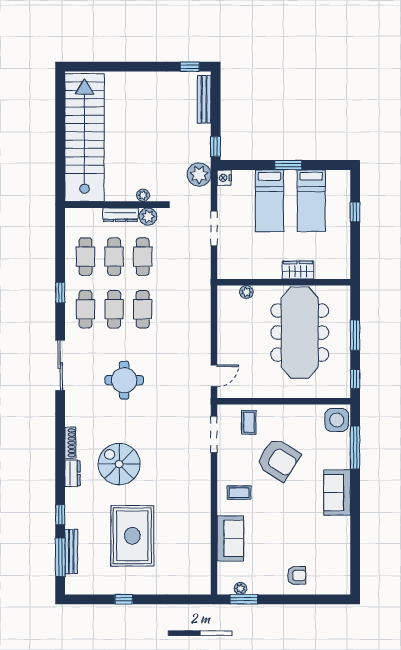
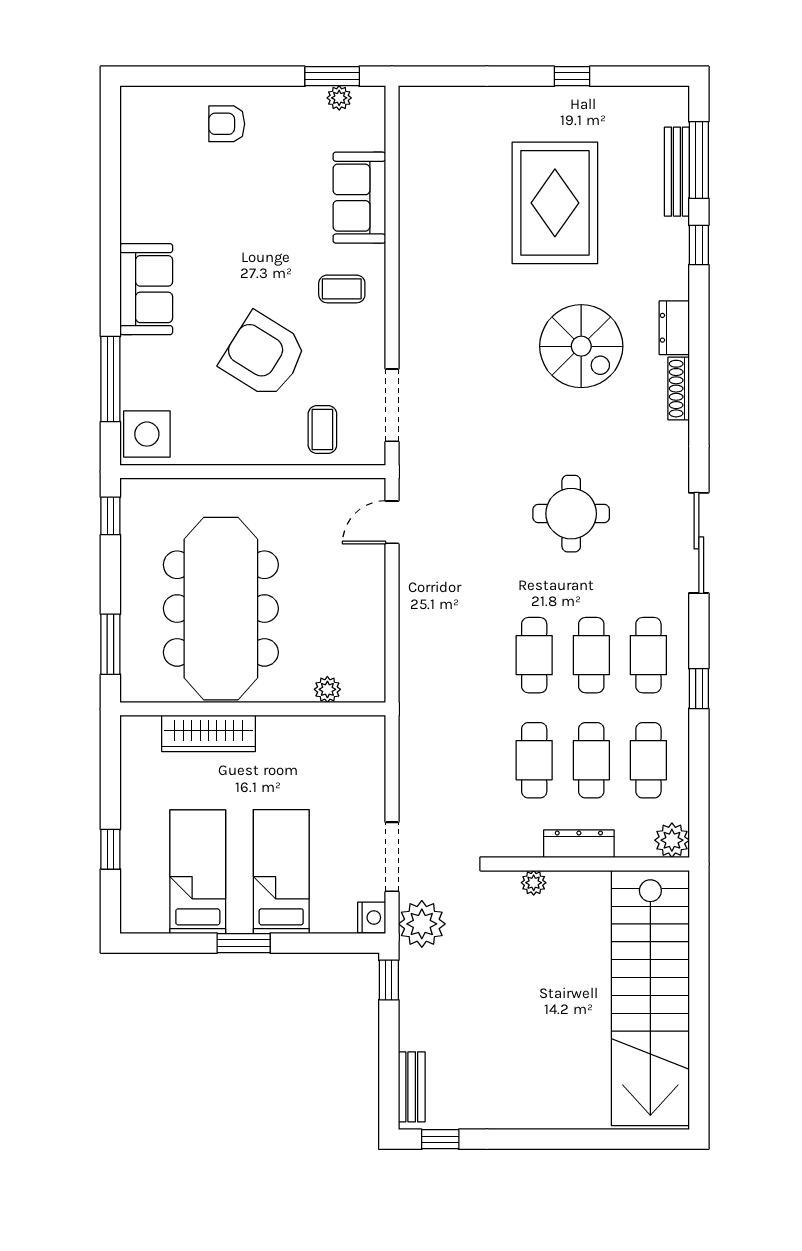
bench: (204, 99) -> (412, 1087), width x0.73
plant: (148, 217) -> (672, 840), moved
doorway: (214, 228) -> (392, 857), moved
wardrobe: (298, 270) -> (209, 733), width x1.50
window: (355, 335) -> (110, 644), moved

